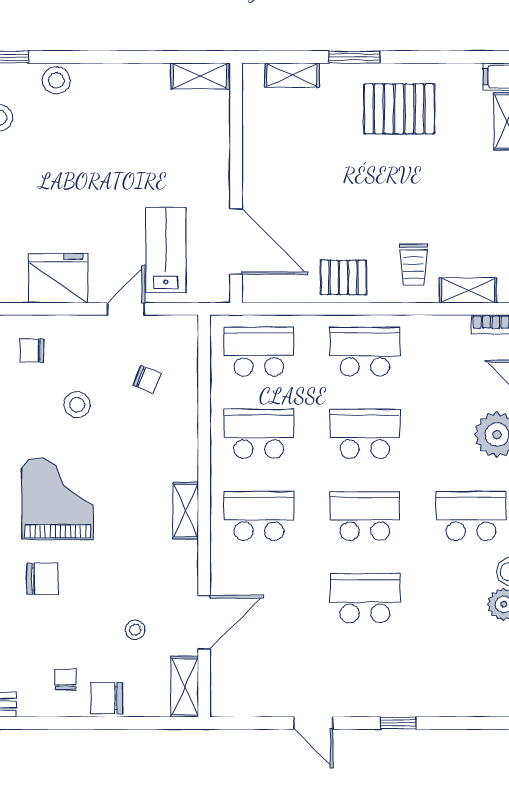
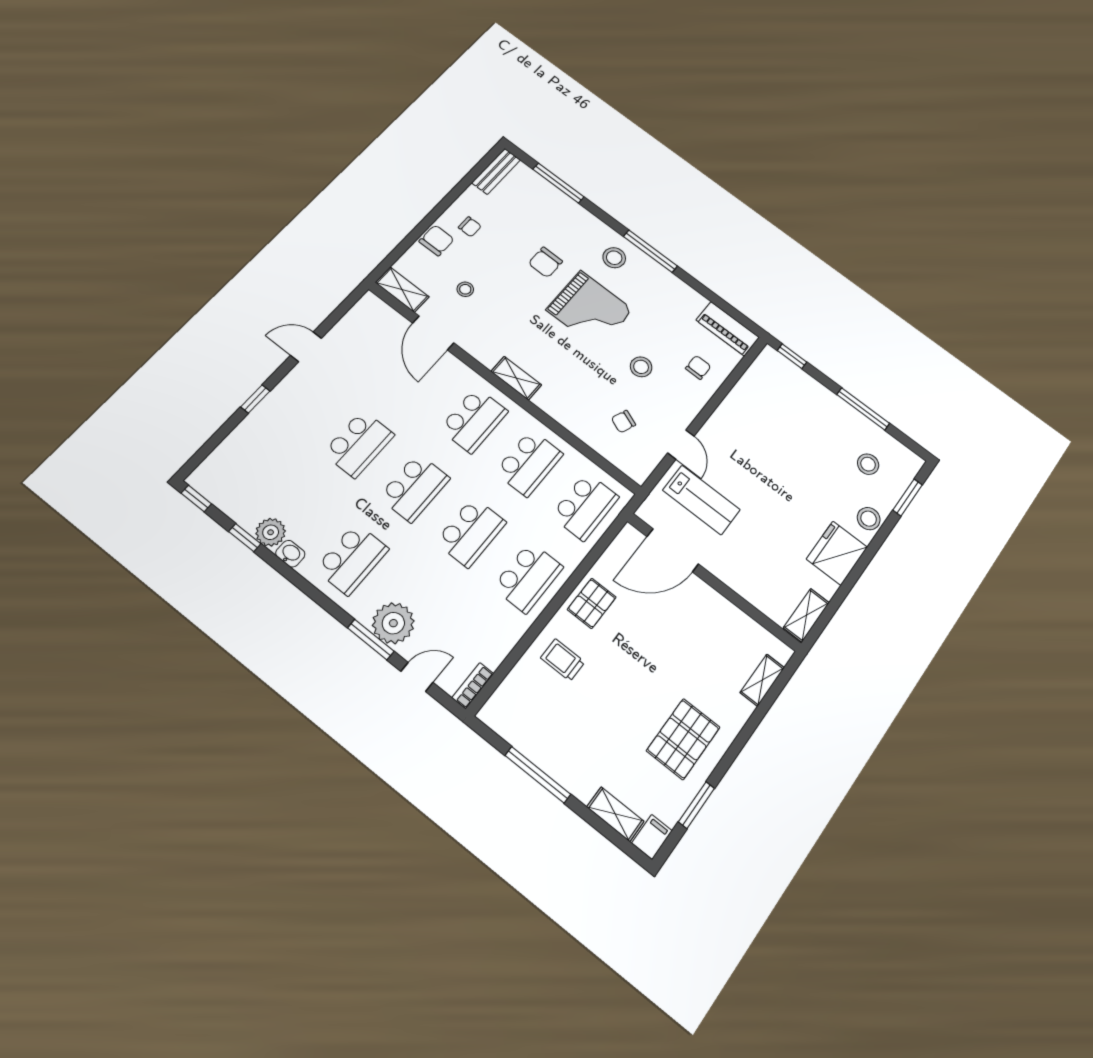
window: (354, 57) -> (697, 805), moved
fridge: (58, 278) -> (837, 553), moved, turned 180
shelving: (468, 290) -> (513, 685), removed

